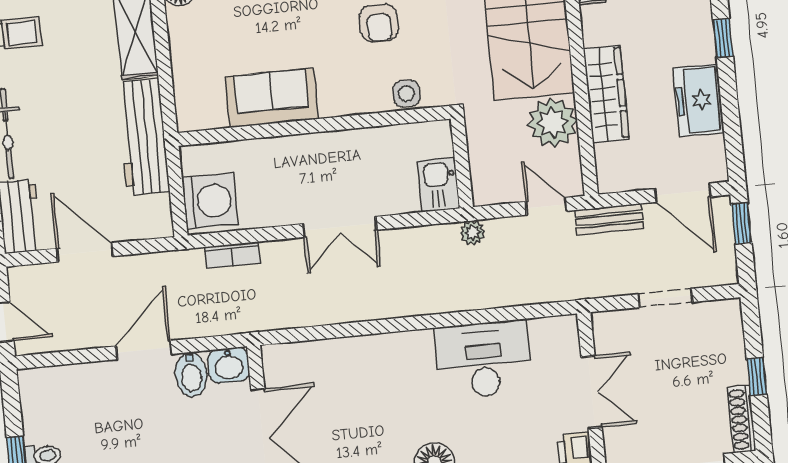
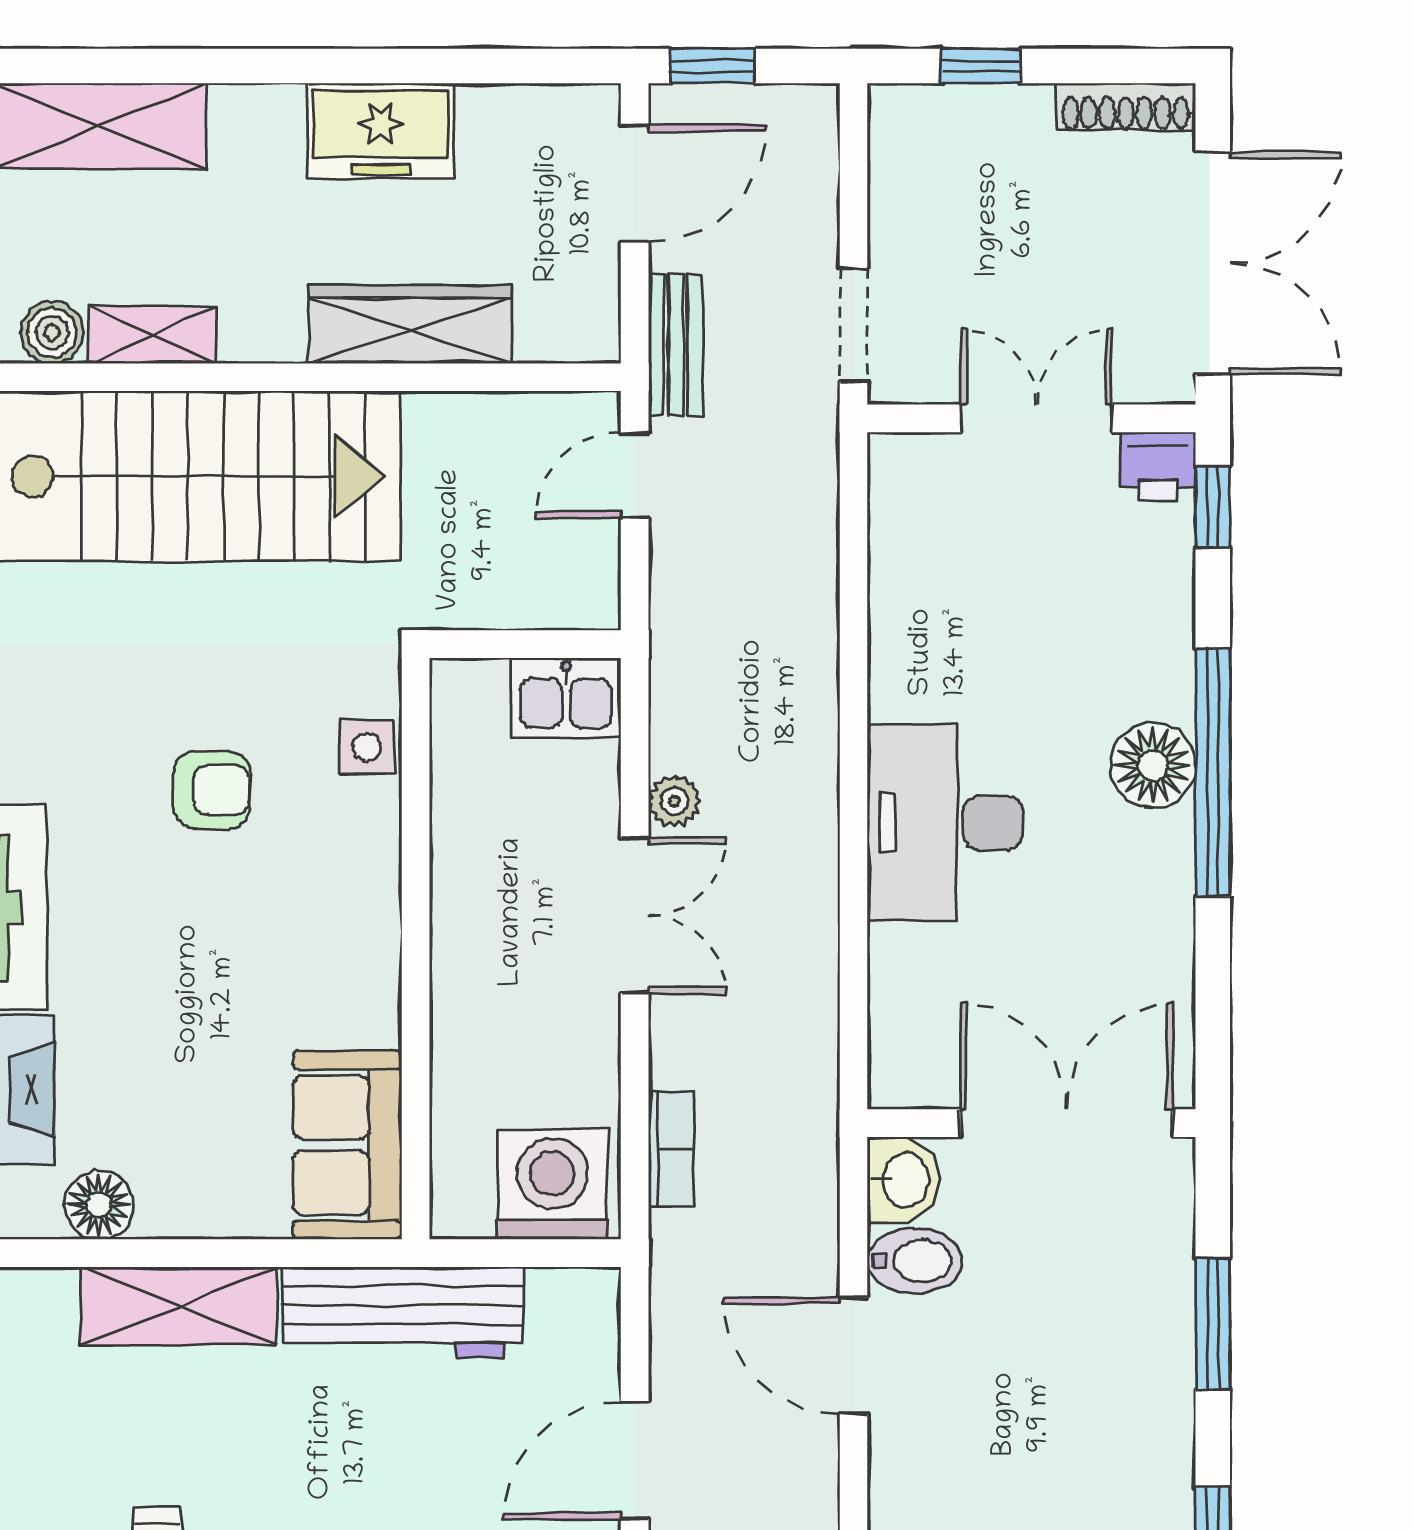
window: (723, 38) -> (316, 66), removed
sofa: (272, 98) -> (347, 1145), moved
freezer: (699, 100) -> (381, 131), moved
plant: (553, 123) -> (459, 444), removed
plant: (473, 233) -> (674, 801), moved
doorway: (665, 298) -> (854, 325), moved
desk: (483, 359) -> (945, 823), moved
window: (757, 377) -> (981, 66), moved

